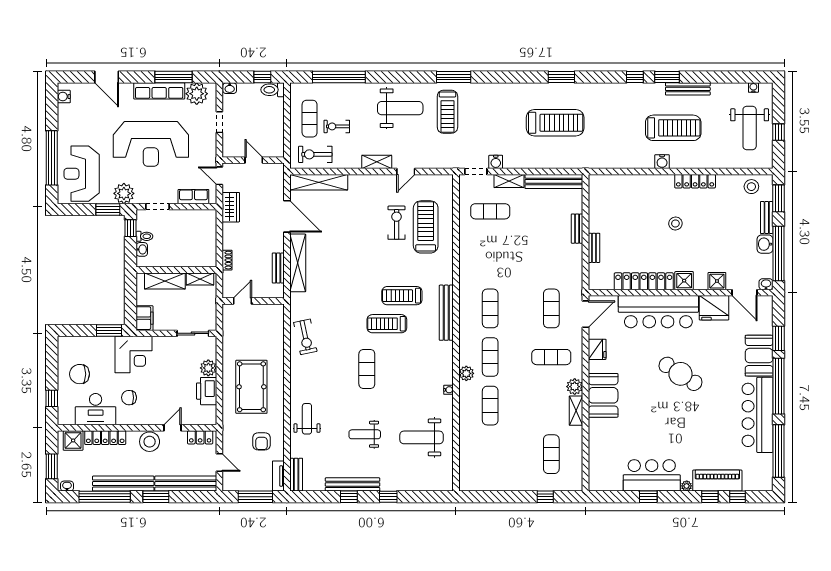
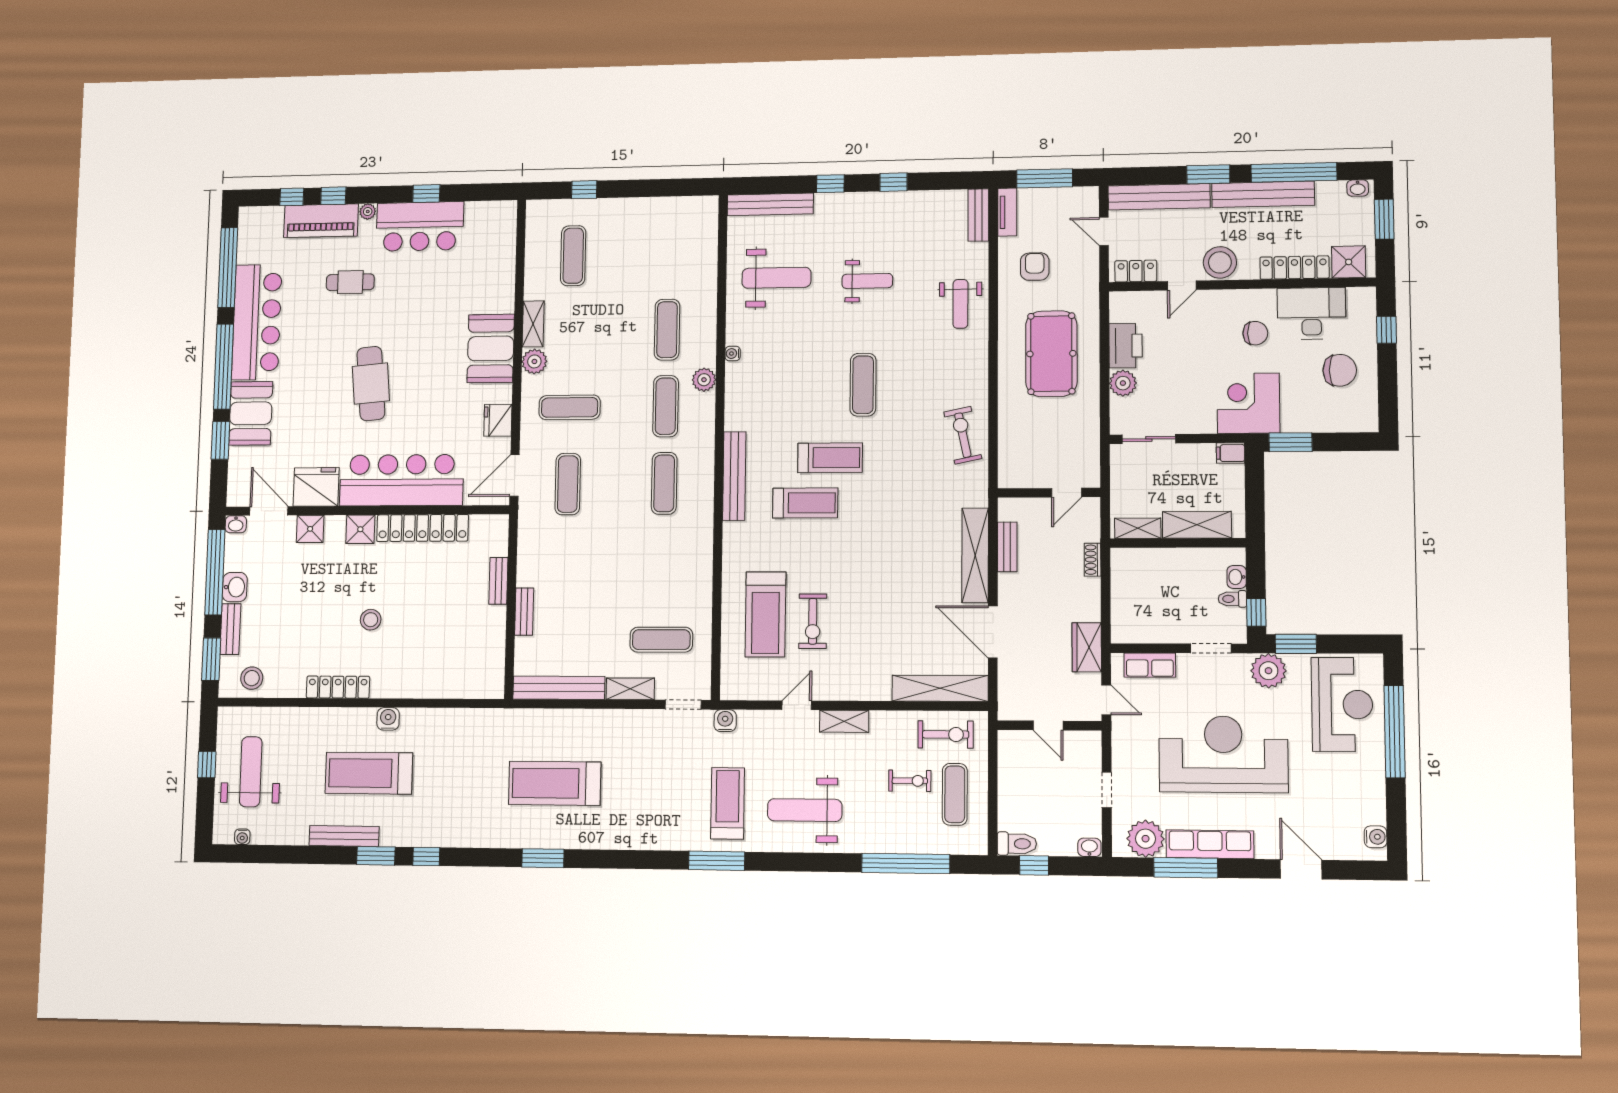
water cooler: (496, 162) -> (725, 721), moved
filing cabinet: (145, 318) -> (1231, 453), width x0.50
cafe table: (680, 374) -> (371, 384), turned 52
cafe table: (696, 440) -> (350, 282), added
bench: (353, 484) -> (770, 204), moved

